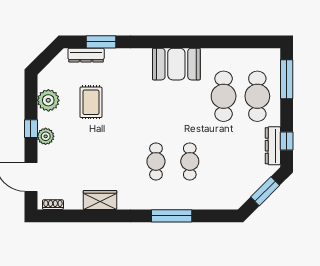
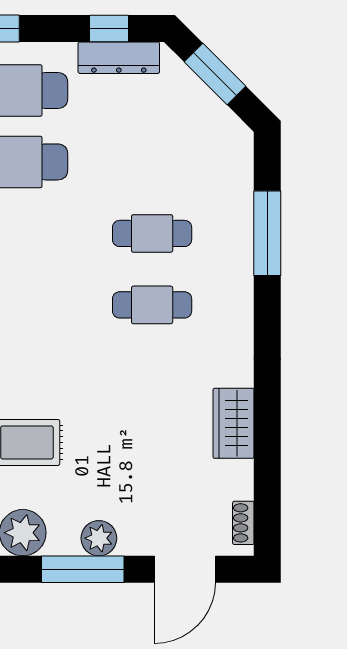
window: (31, 129) -> (83, 569), width x2.17
window: (172, 216) -> (267, 233), moved

